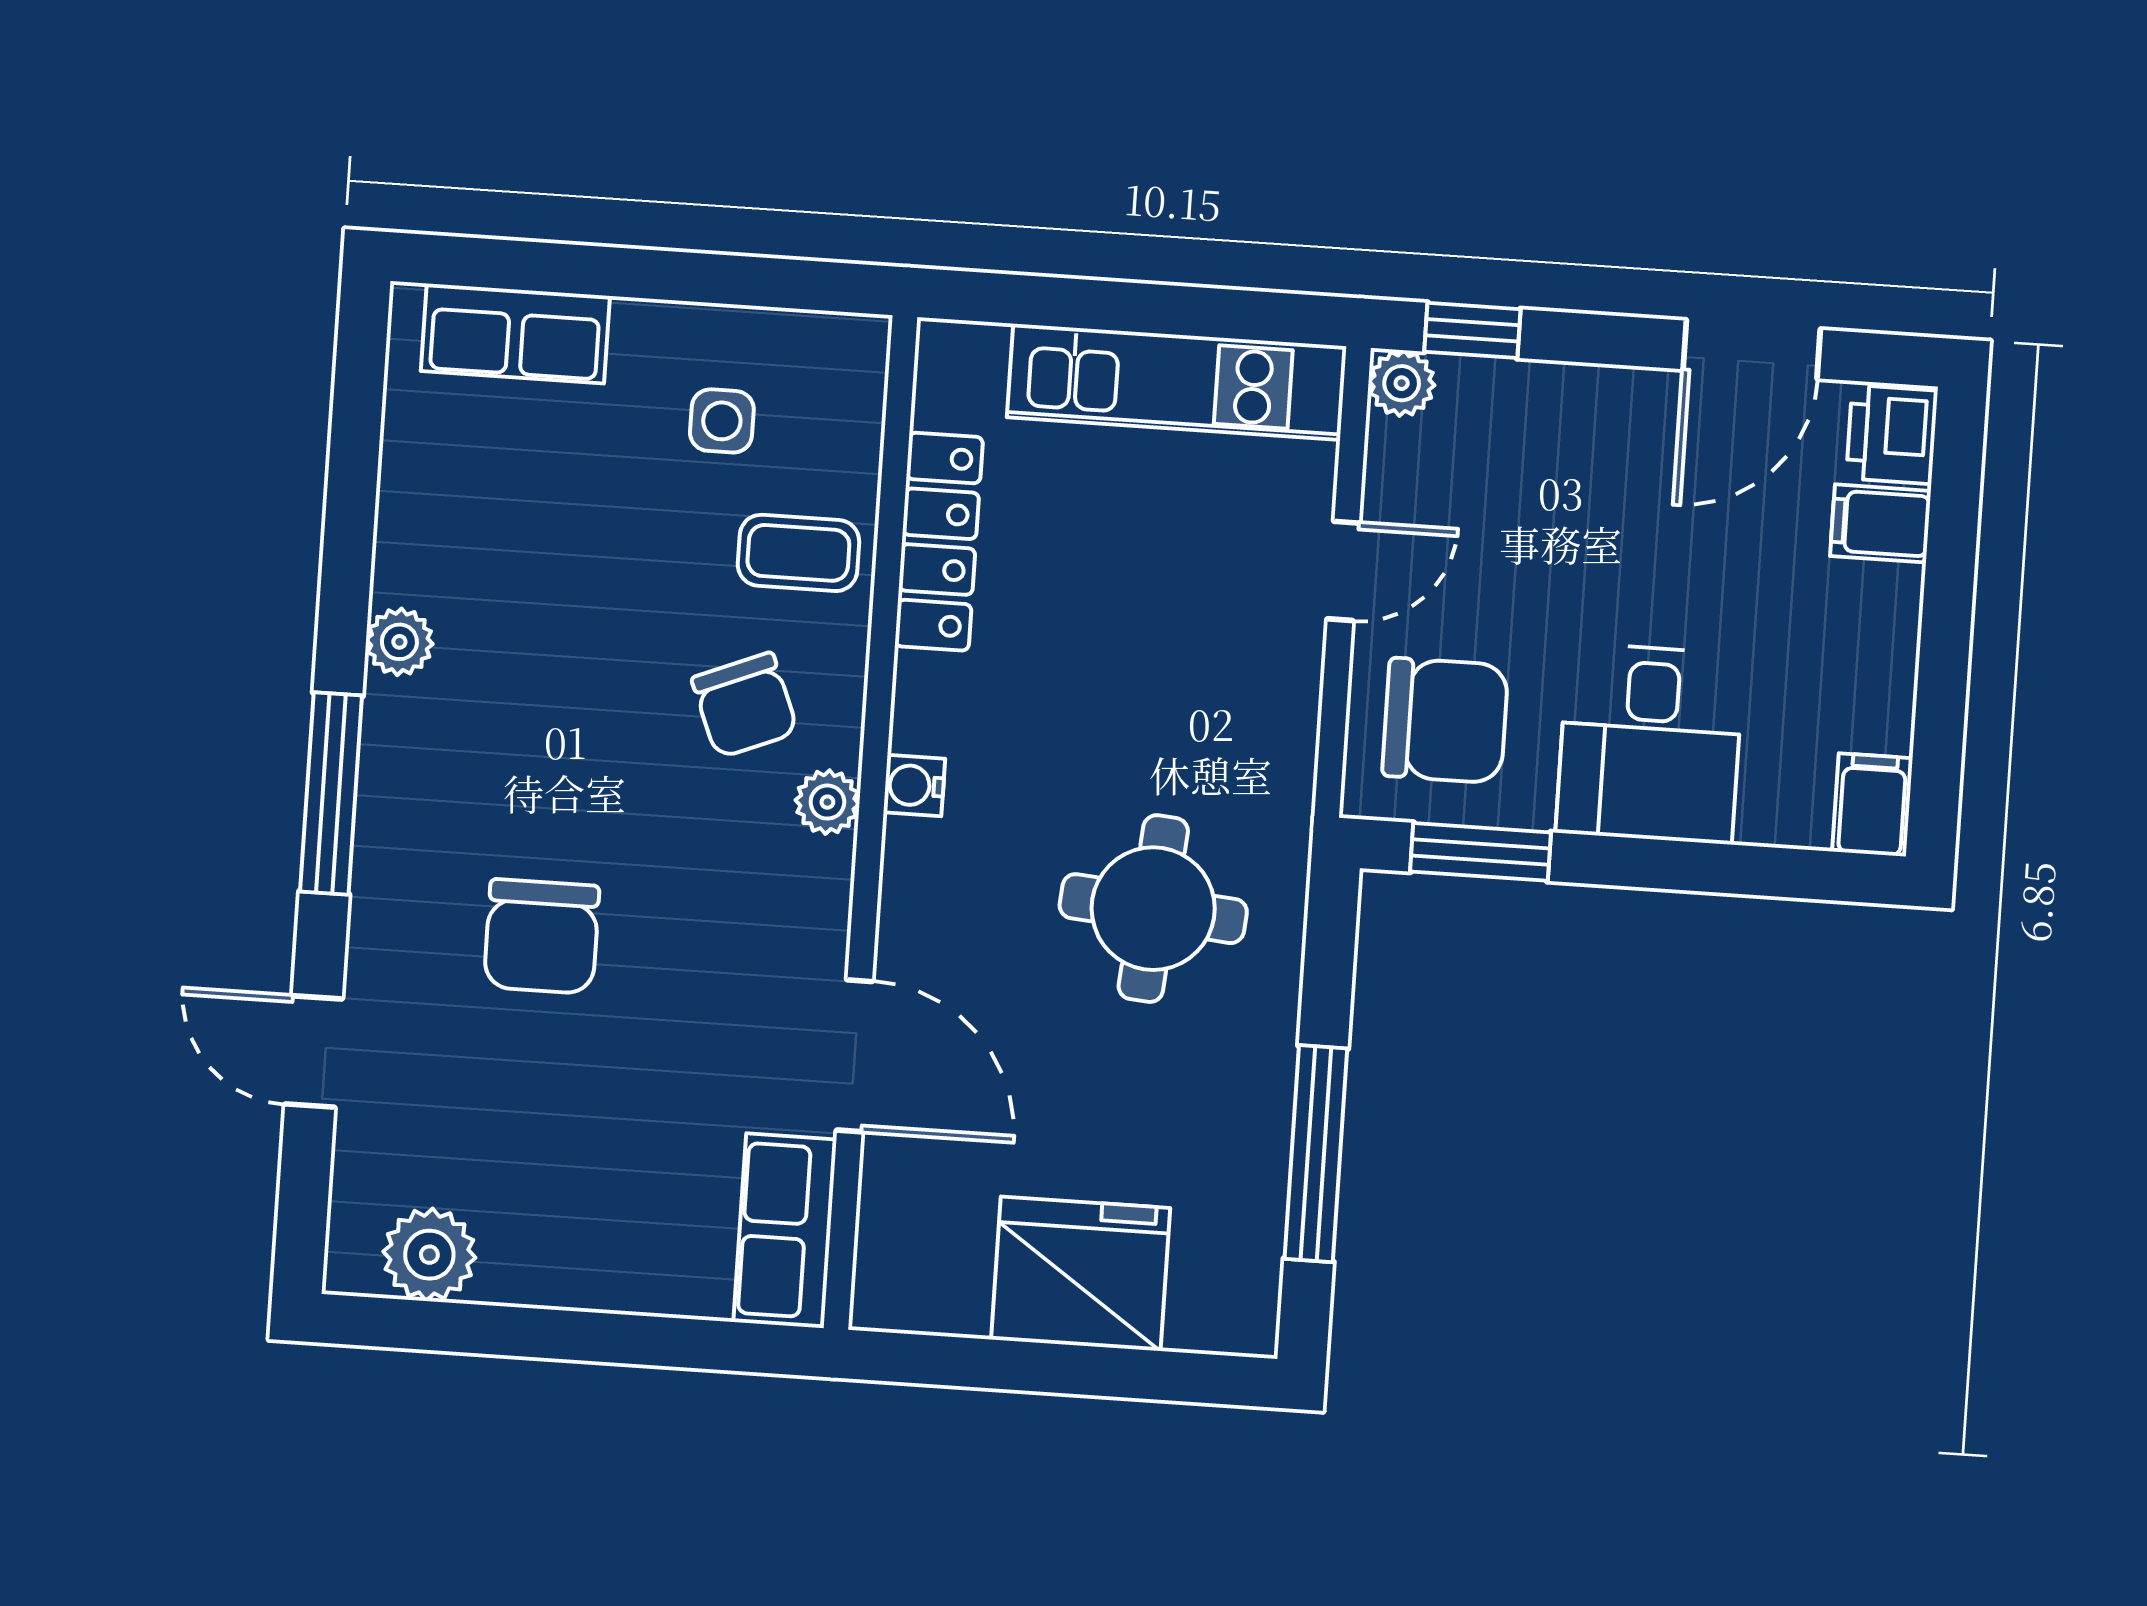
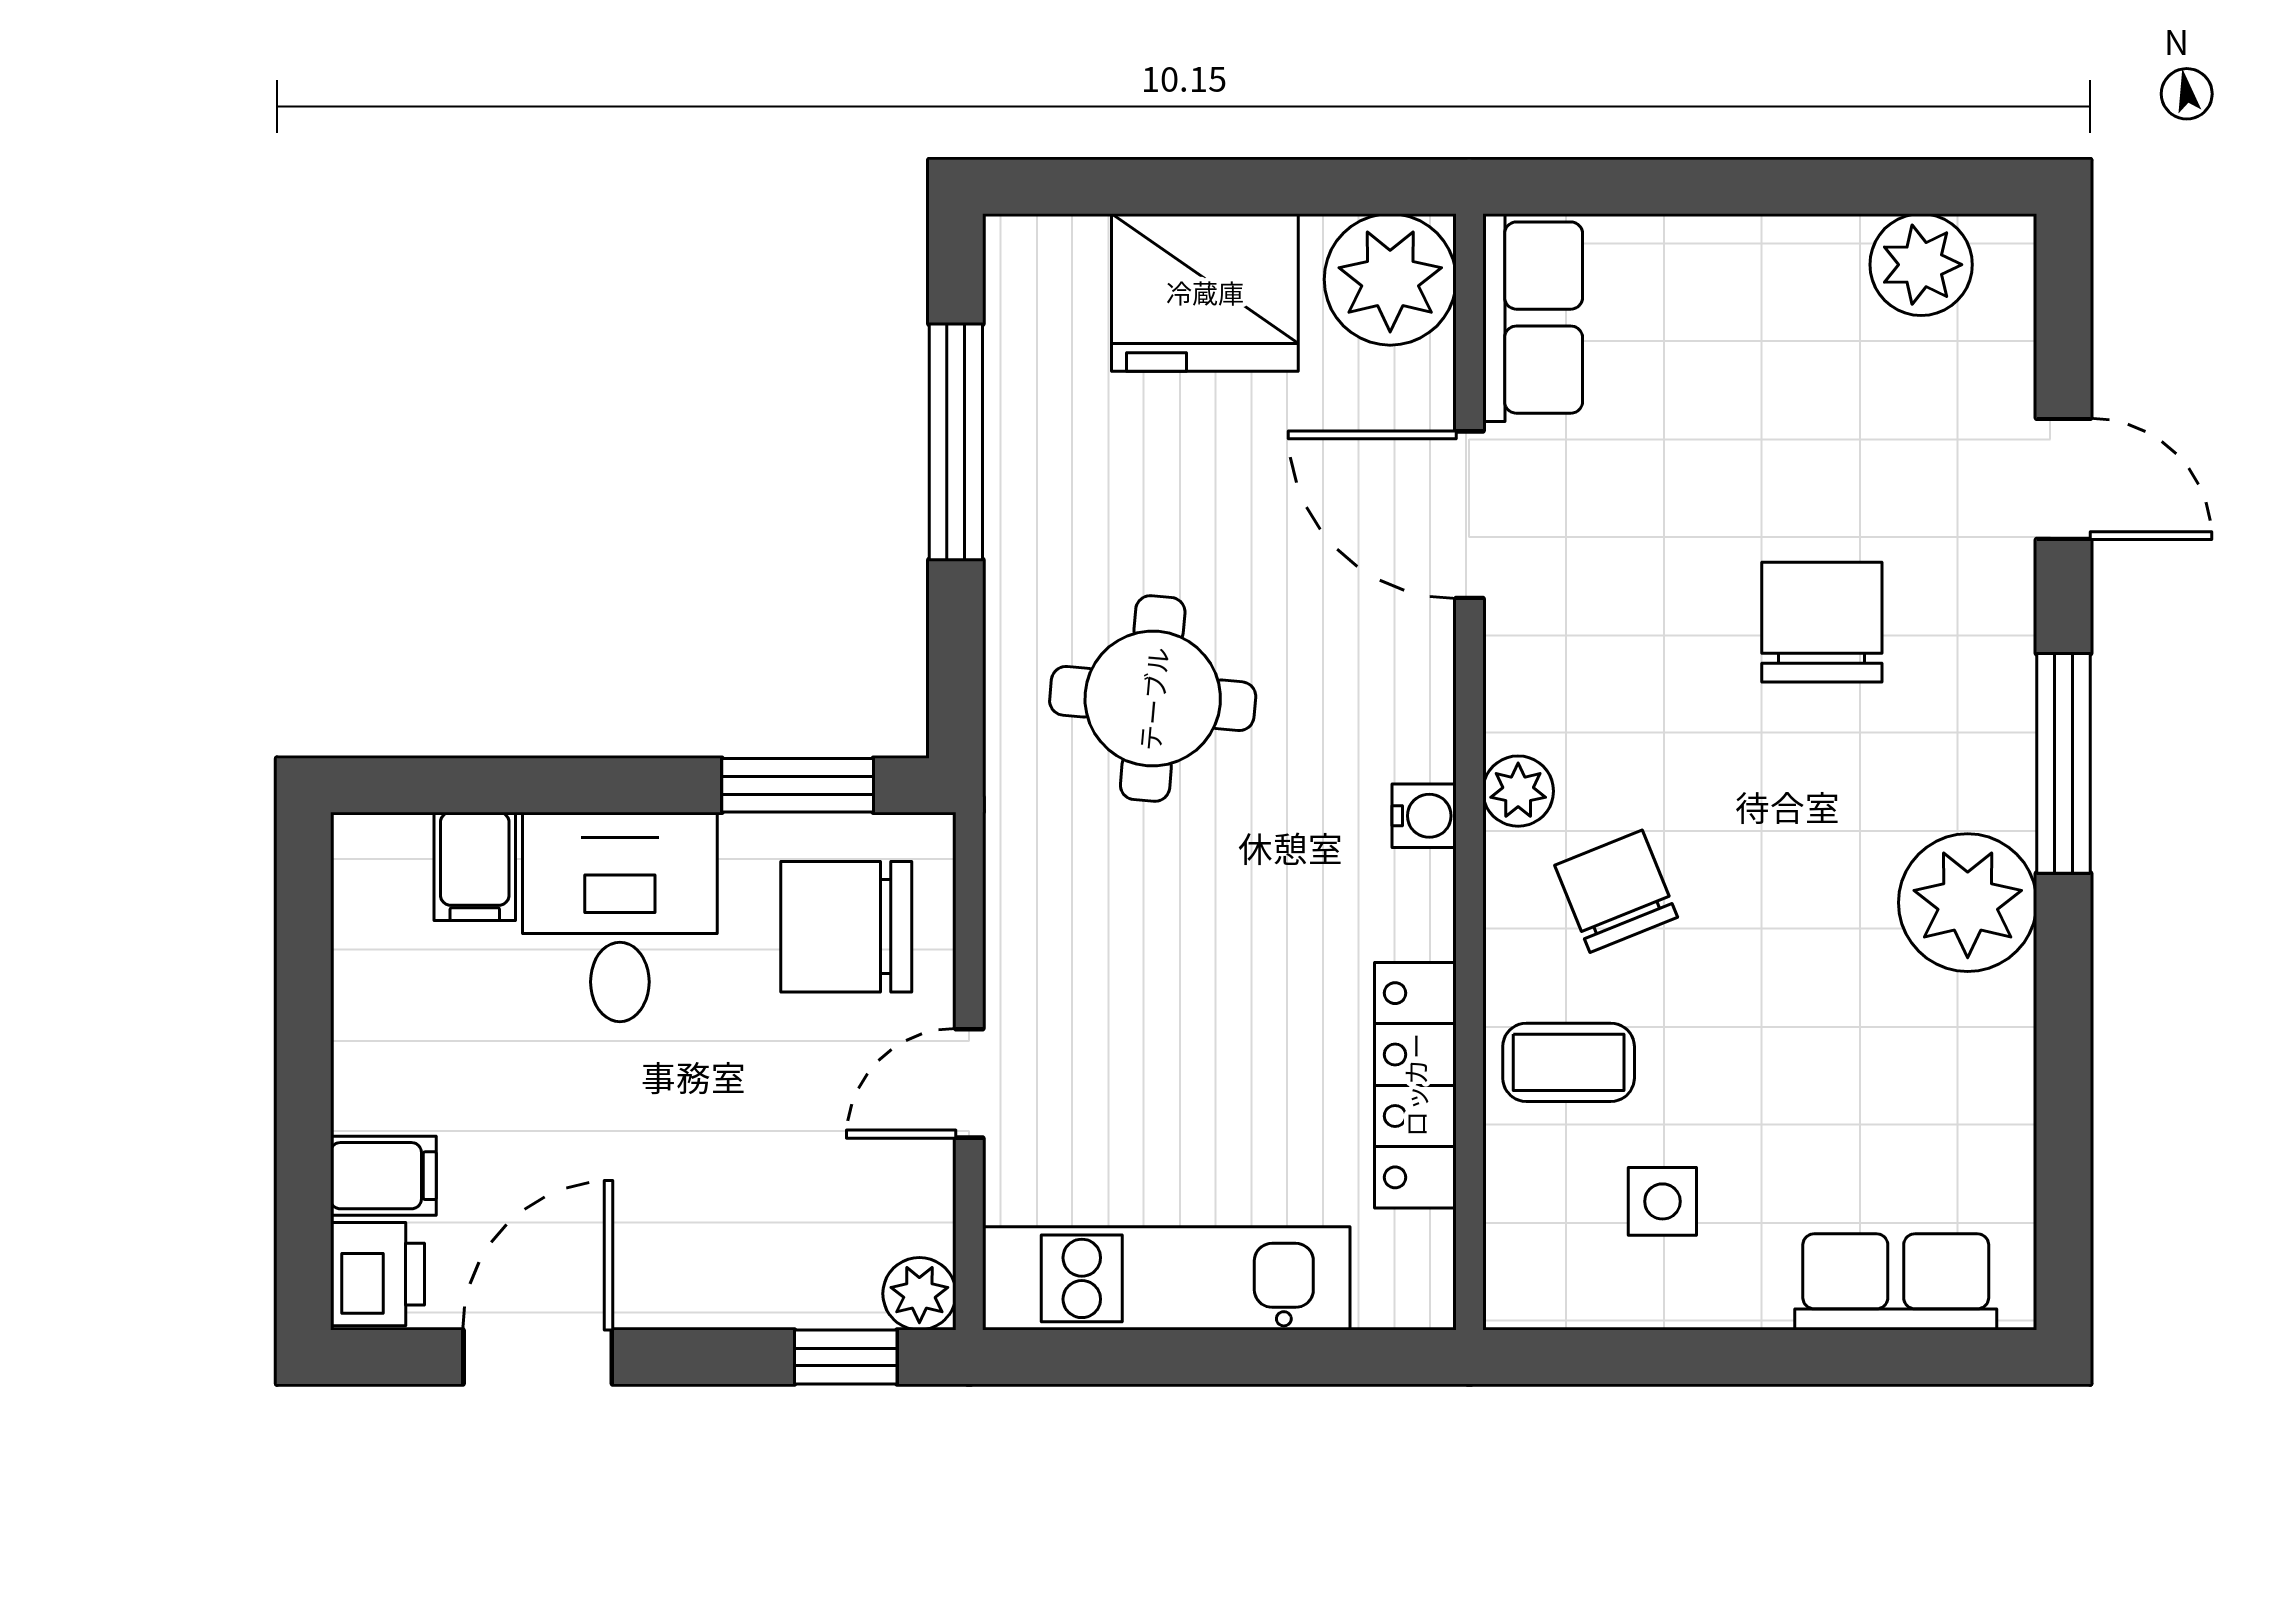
plant: (399, 642) -> (1968, 903), width x1.88, depth x1.88
filing cabinet: (1872, 805) -> (475, 866), moved
plant: (912, 1274) -> (1390, 279), added

